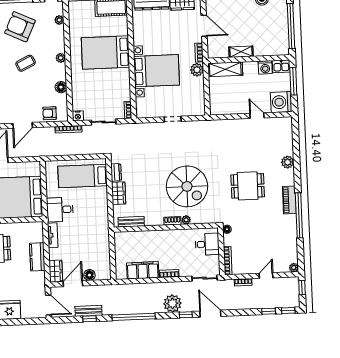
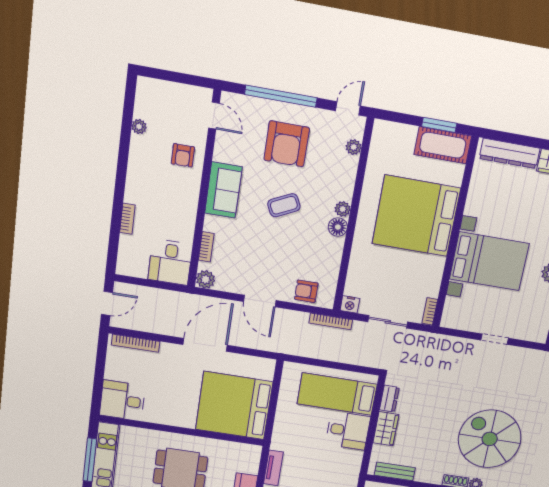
armchair: (20, 27) -> (287, 144), turned -115
bed: (105, 53) -> (416, 216), width x1.36
floor lamp: (61, 87) -> (338, 227), moved
door: (23, 125) -> (260, 301), hinge flipped
spiral stairs: (187, 186) -> (490, 439), turned 180
desk: (60, 210) -> (348, 431), moved, turned 180

